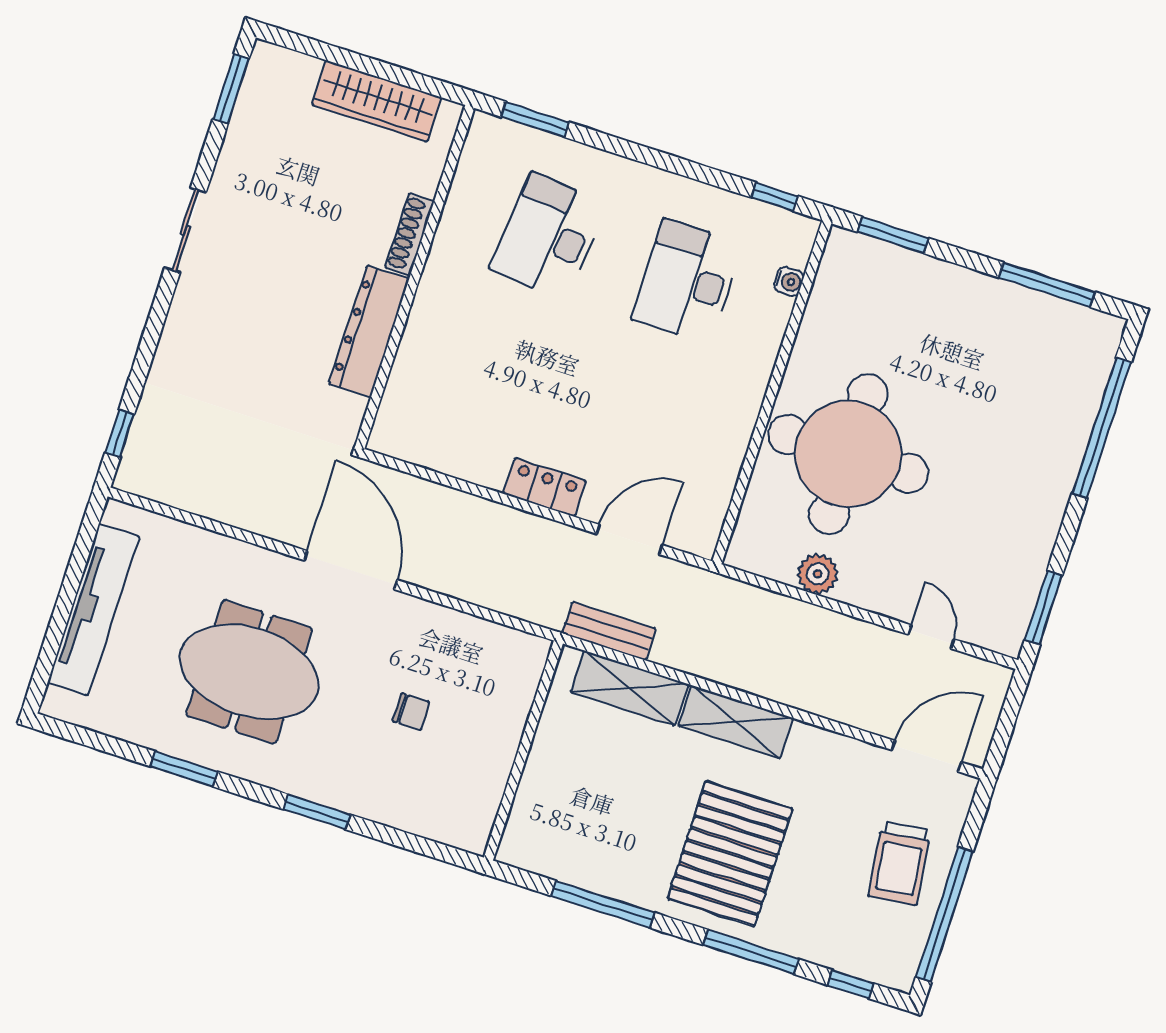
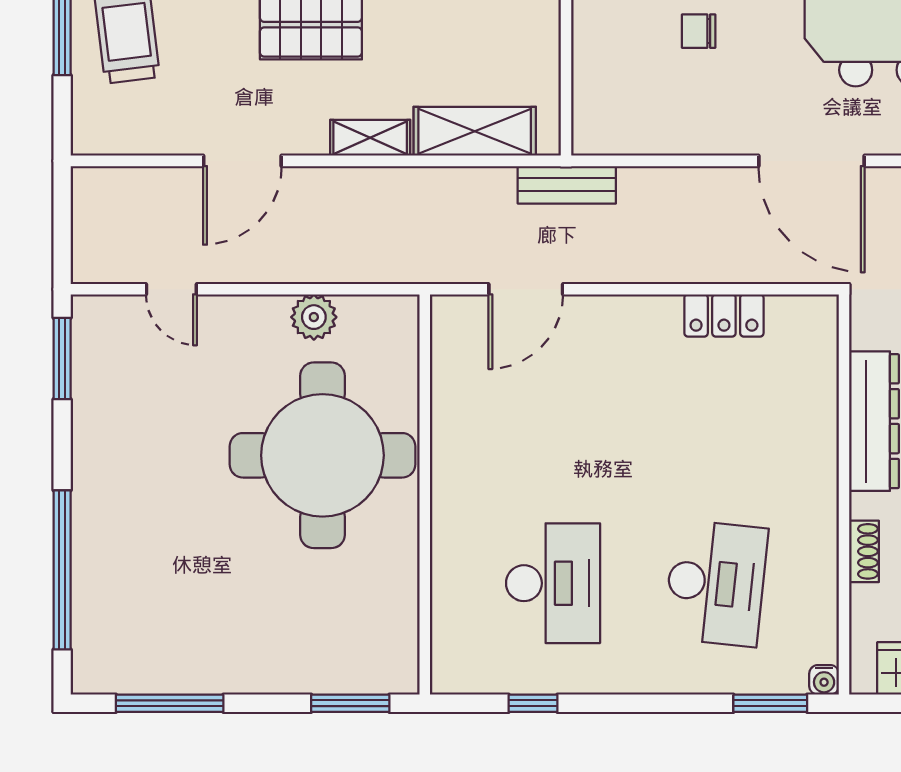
window: (774, 197) -> (533, 703), moved
shoe rack: (410, 234) -> (864, 551), width x0.70
water cooler: (789, 281) -> (824, 680), moved, turned -90
locker: (545, 487) -> (724, 315), moved
bench: (609, 631) -> (567, 185), moved
shelving: (736, 722) -> (370, 138), width x0.67, depth x0.75
door: (927, 756) -> (242, 161), moved

